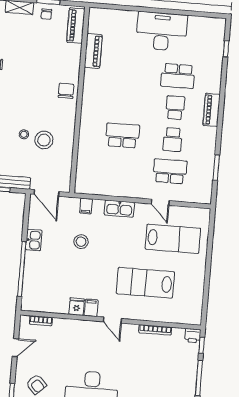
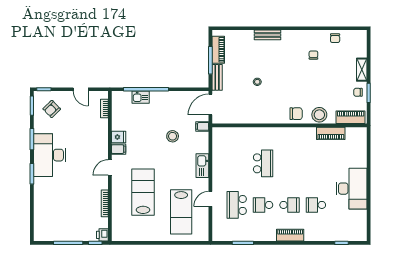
school desk: (178, 76) -> (316, 205), width x0.54
stool: (44, 140) -> (319, 115), moved
school desk: (170, 171) -> (237, 205), turned 180
filing cabinet: (86, 206) -> (202, 126), moved
kitchen sink: (34, 240) -> (141, 97), moved

